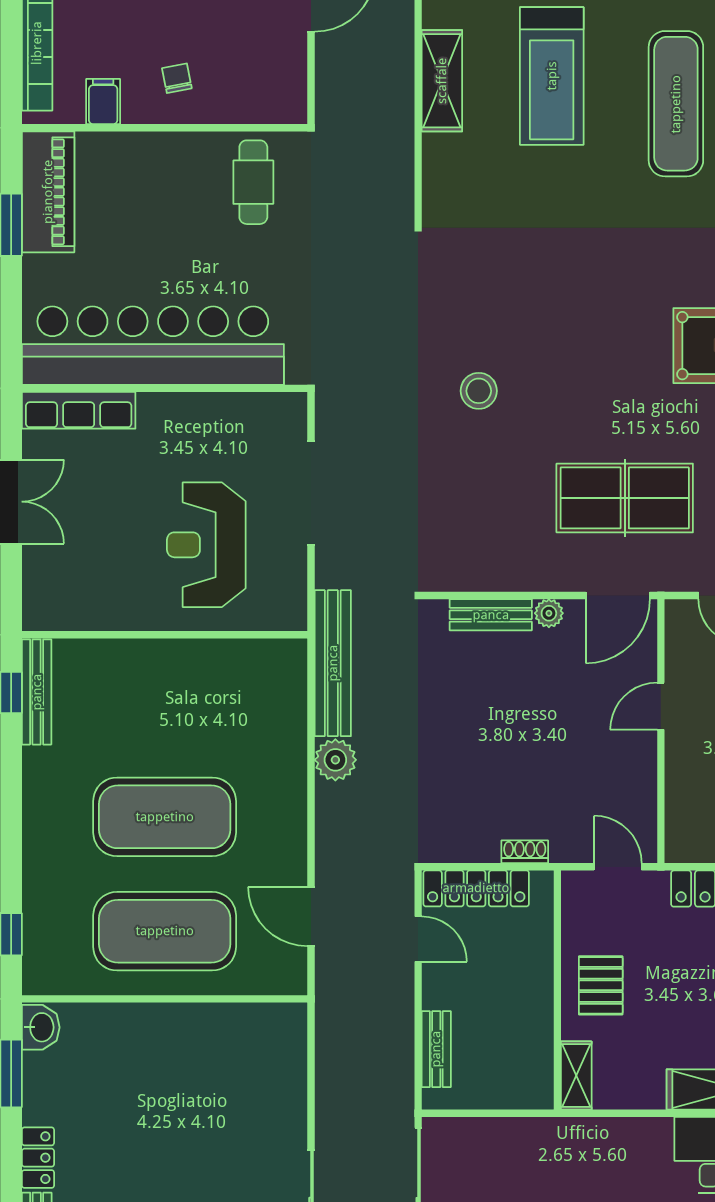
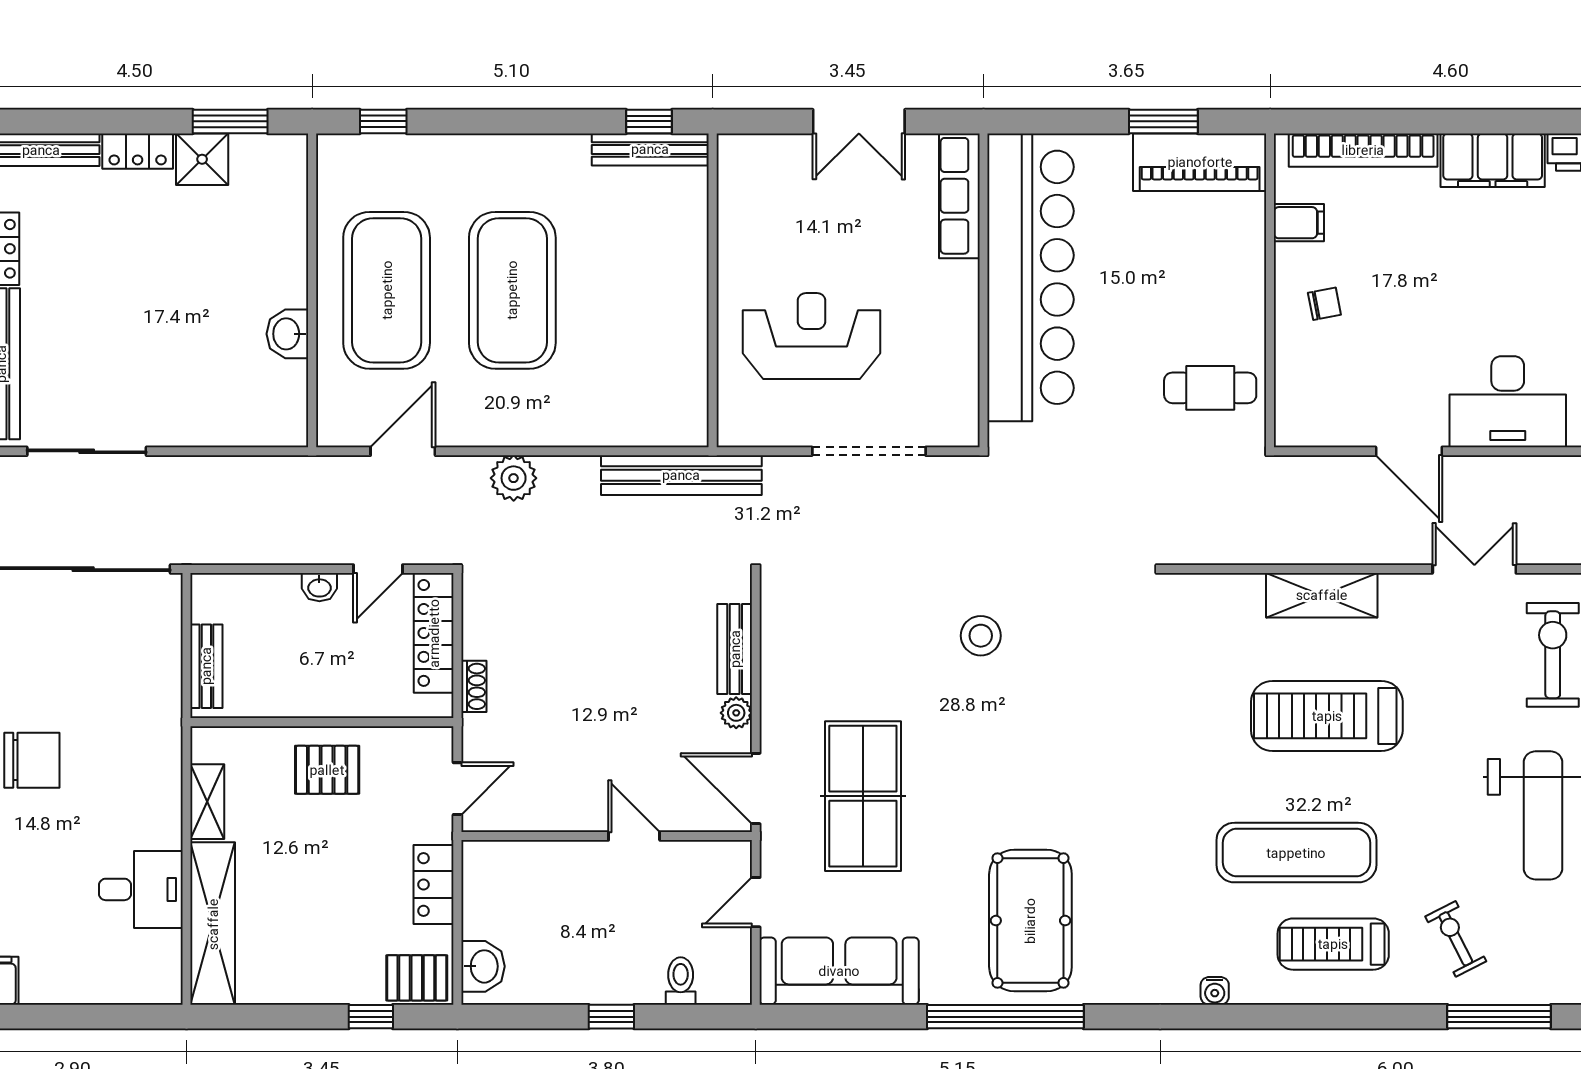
plant: (335, 760) -> (514, 478), moved
washbasin: (435, 992) -> (319, 587), added
washbasin: (41, 1027) -> (287, 334), moved, turned 90
bench: (436, 1049) -> (206, 666), moved, turned 90
shelving: (576, 1076) -> (207, 802), moved, turned 90
shower: (45, 1099) -> (202, 159), added

